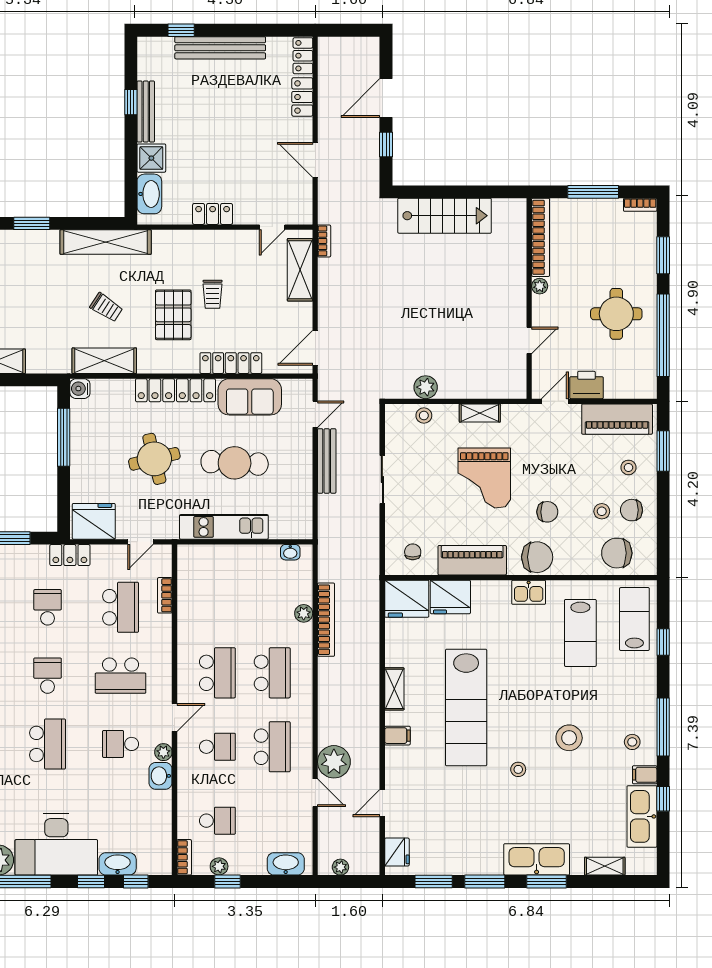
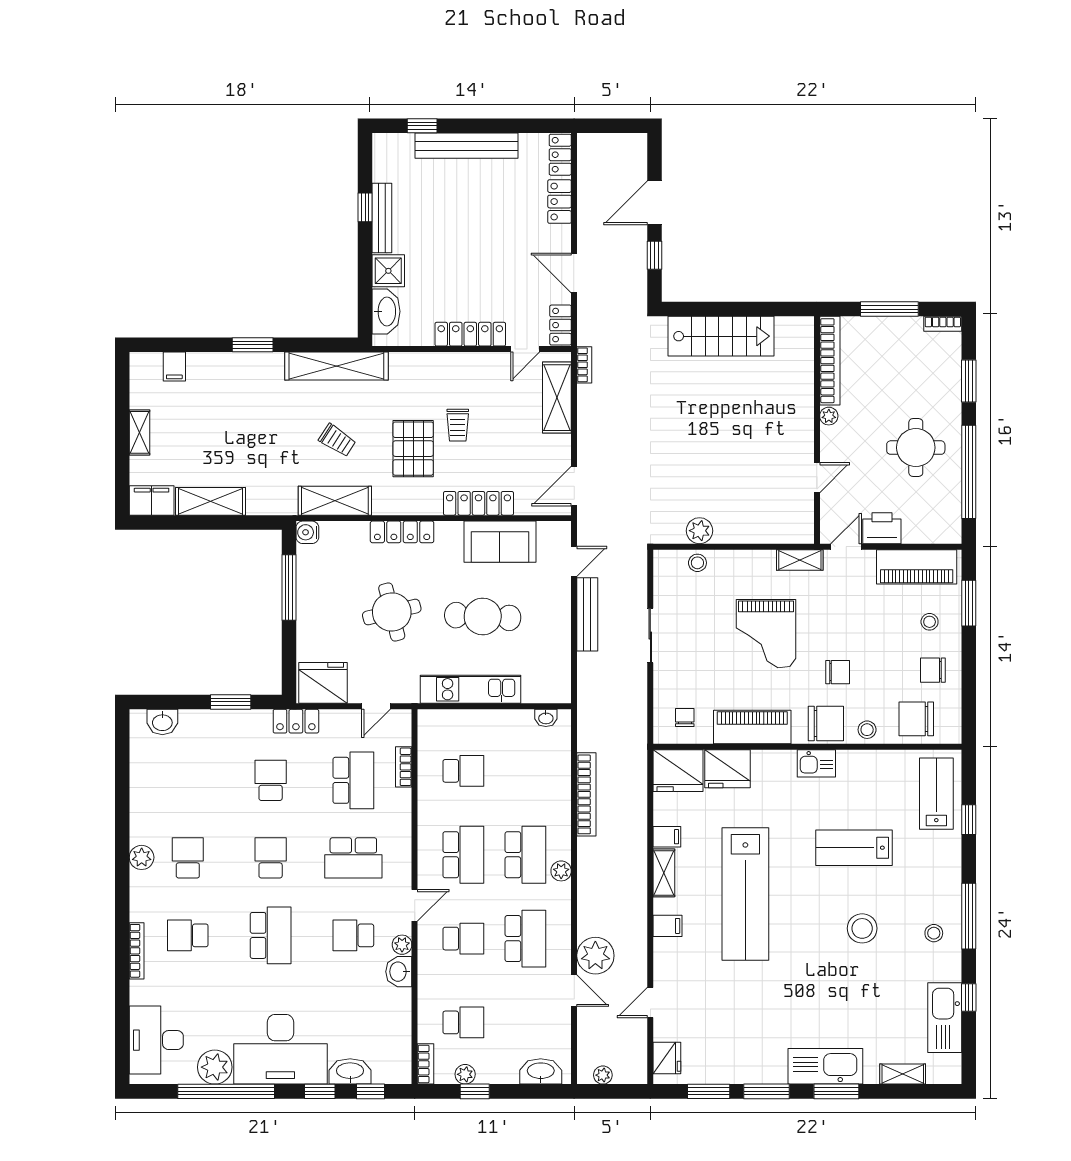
locker: (303, 206) -> (561, 325), added
locker: (213, 214) -> (470, 334), width x1.53
locker: (175, 390) -> (402, 532), width x0.71, depth x0.83
shelving: (480, 413) -> (800, 560), moved
stool: (602, 511) -> (867, 730), moved
school desk: (217, 599) -> (463, 771), added
plant: (304, 613) -> (561, 871), moved
lab bench: (580, 633) -> (854, 848), moved, turned 90
stool: (518, 769) -> (804, 964), removed
filing cabinet: (645, 775) -> (667, 837), moved, turned 180

